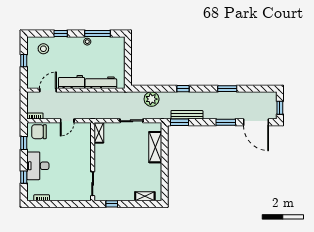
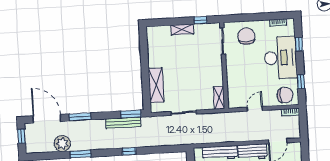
plant: (152, 99) -> (62, 144), moved
desk: (38, 166) -> (280, 58), width x1.36, depth x1.30
chair: (71, 187) -> (246, 36), added
shelving: (145, 196) -> (182, 30), moved

